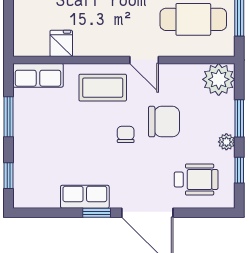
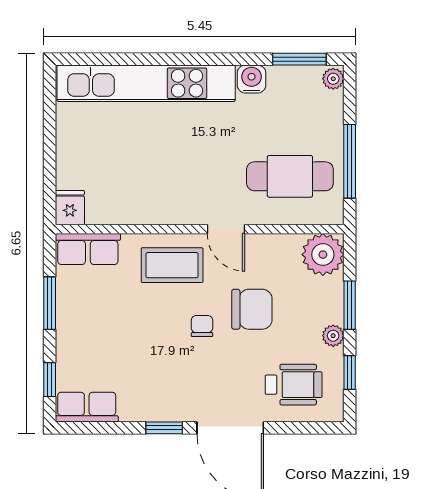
fridge: (61, 43) -> (70, 208), moved
row of seats: (85, 197) -> (87, 407), moved

